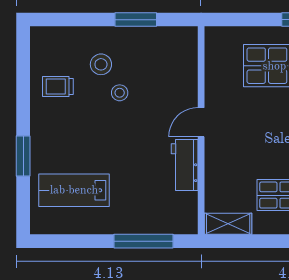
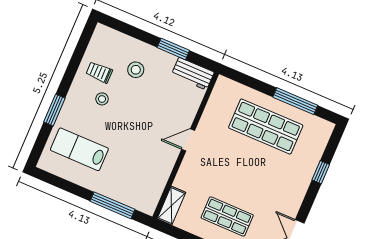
stool: (120, 93) -> (102, 99), moved
workbench: (185, 165) -> (193, 74), moved, turned -90
shelving: (228, 224) -> (171, 206), moved, turned 90

